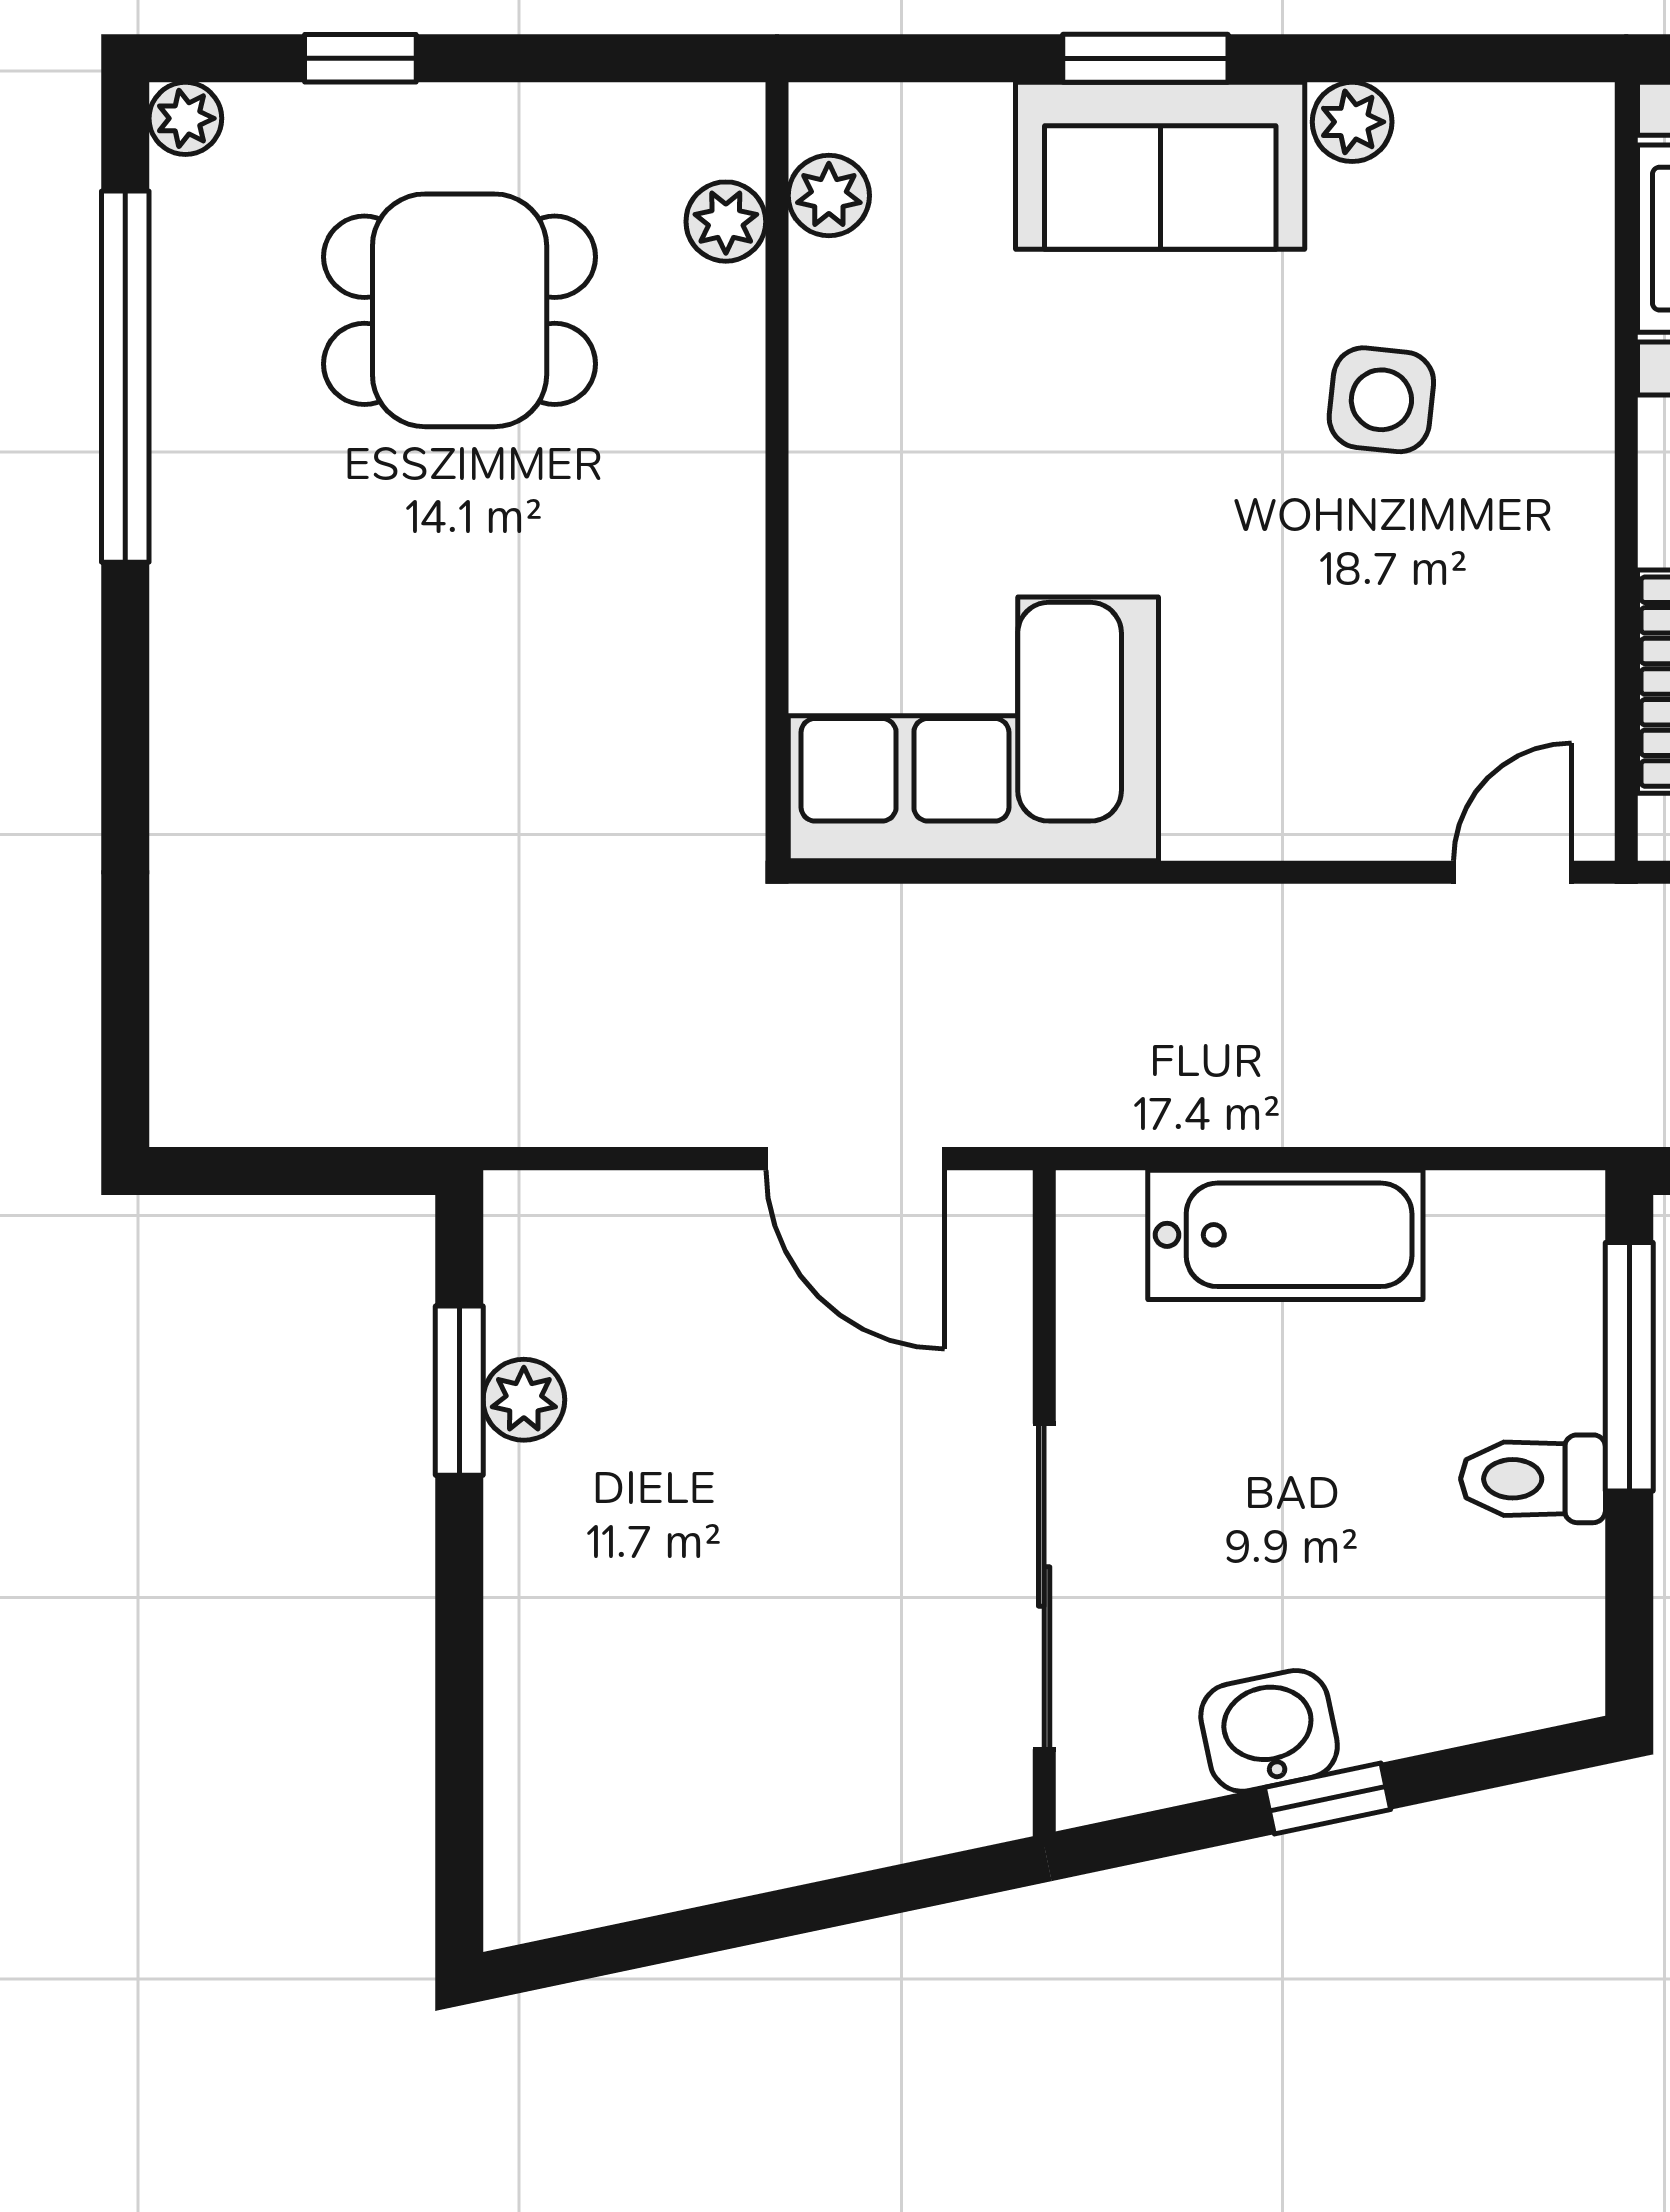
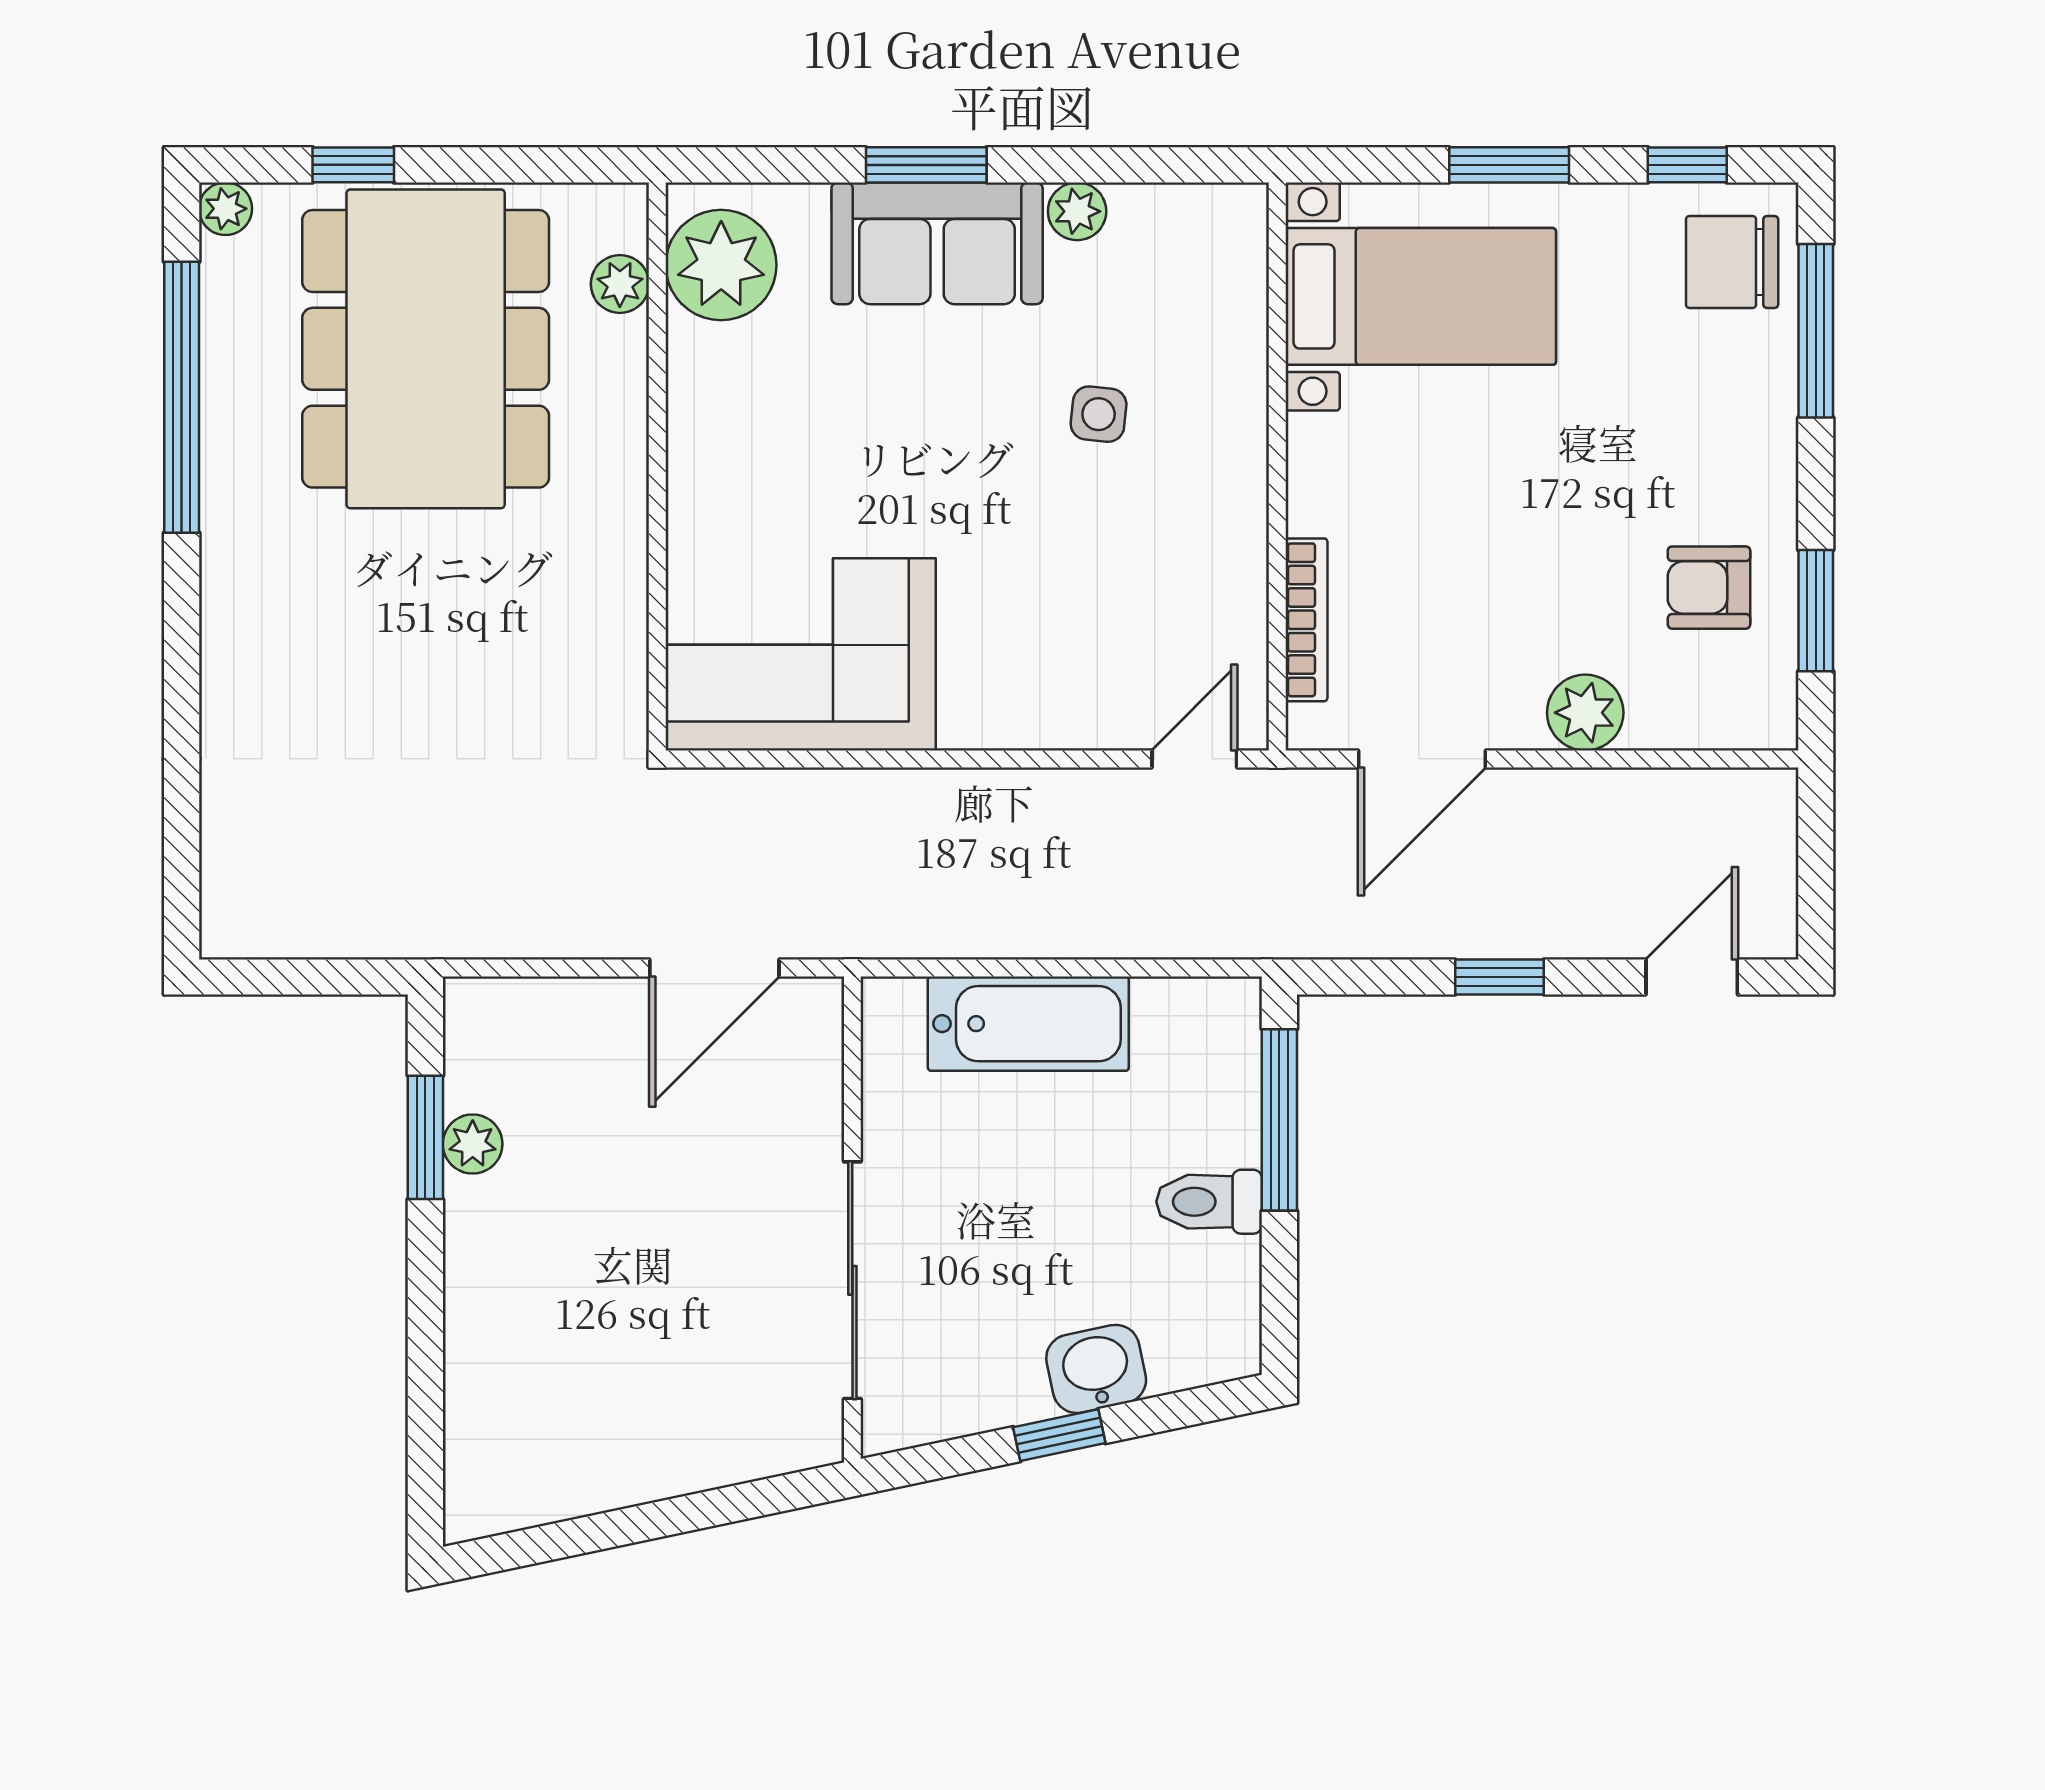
plant: (829, 196) -> (721, 265), width x1.87, depth x1.87
dining table: (460, 310) -> (426, 349), width x1.87, depth x1.24
side table: (1381, 400) -> (1099, 414), width x0.73, depth x0.73
door: (855, 1159) -> (714, 968), hinge flipped
washbasin: (1269, 1731) -> (1096, 1369), moved

